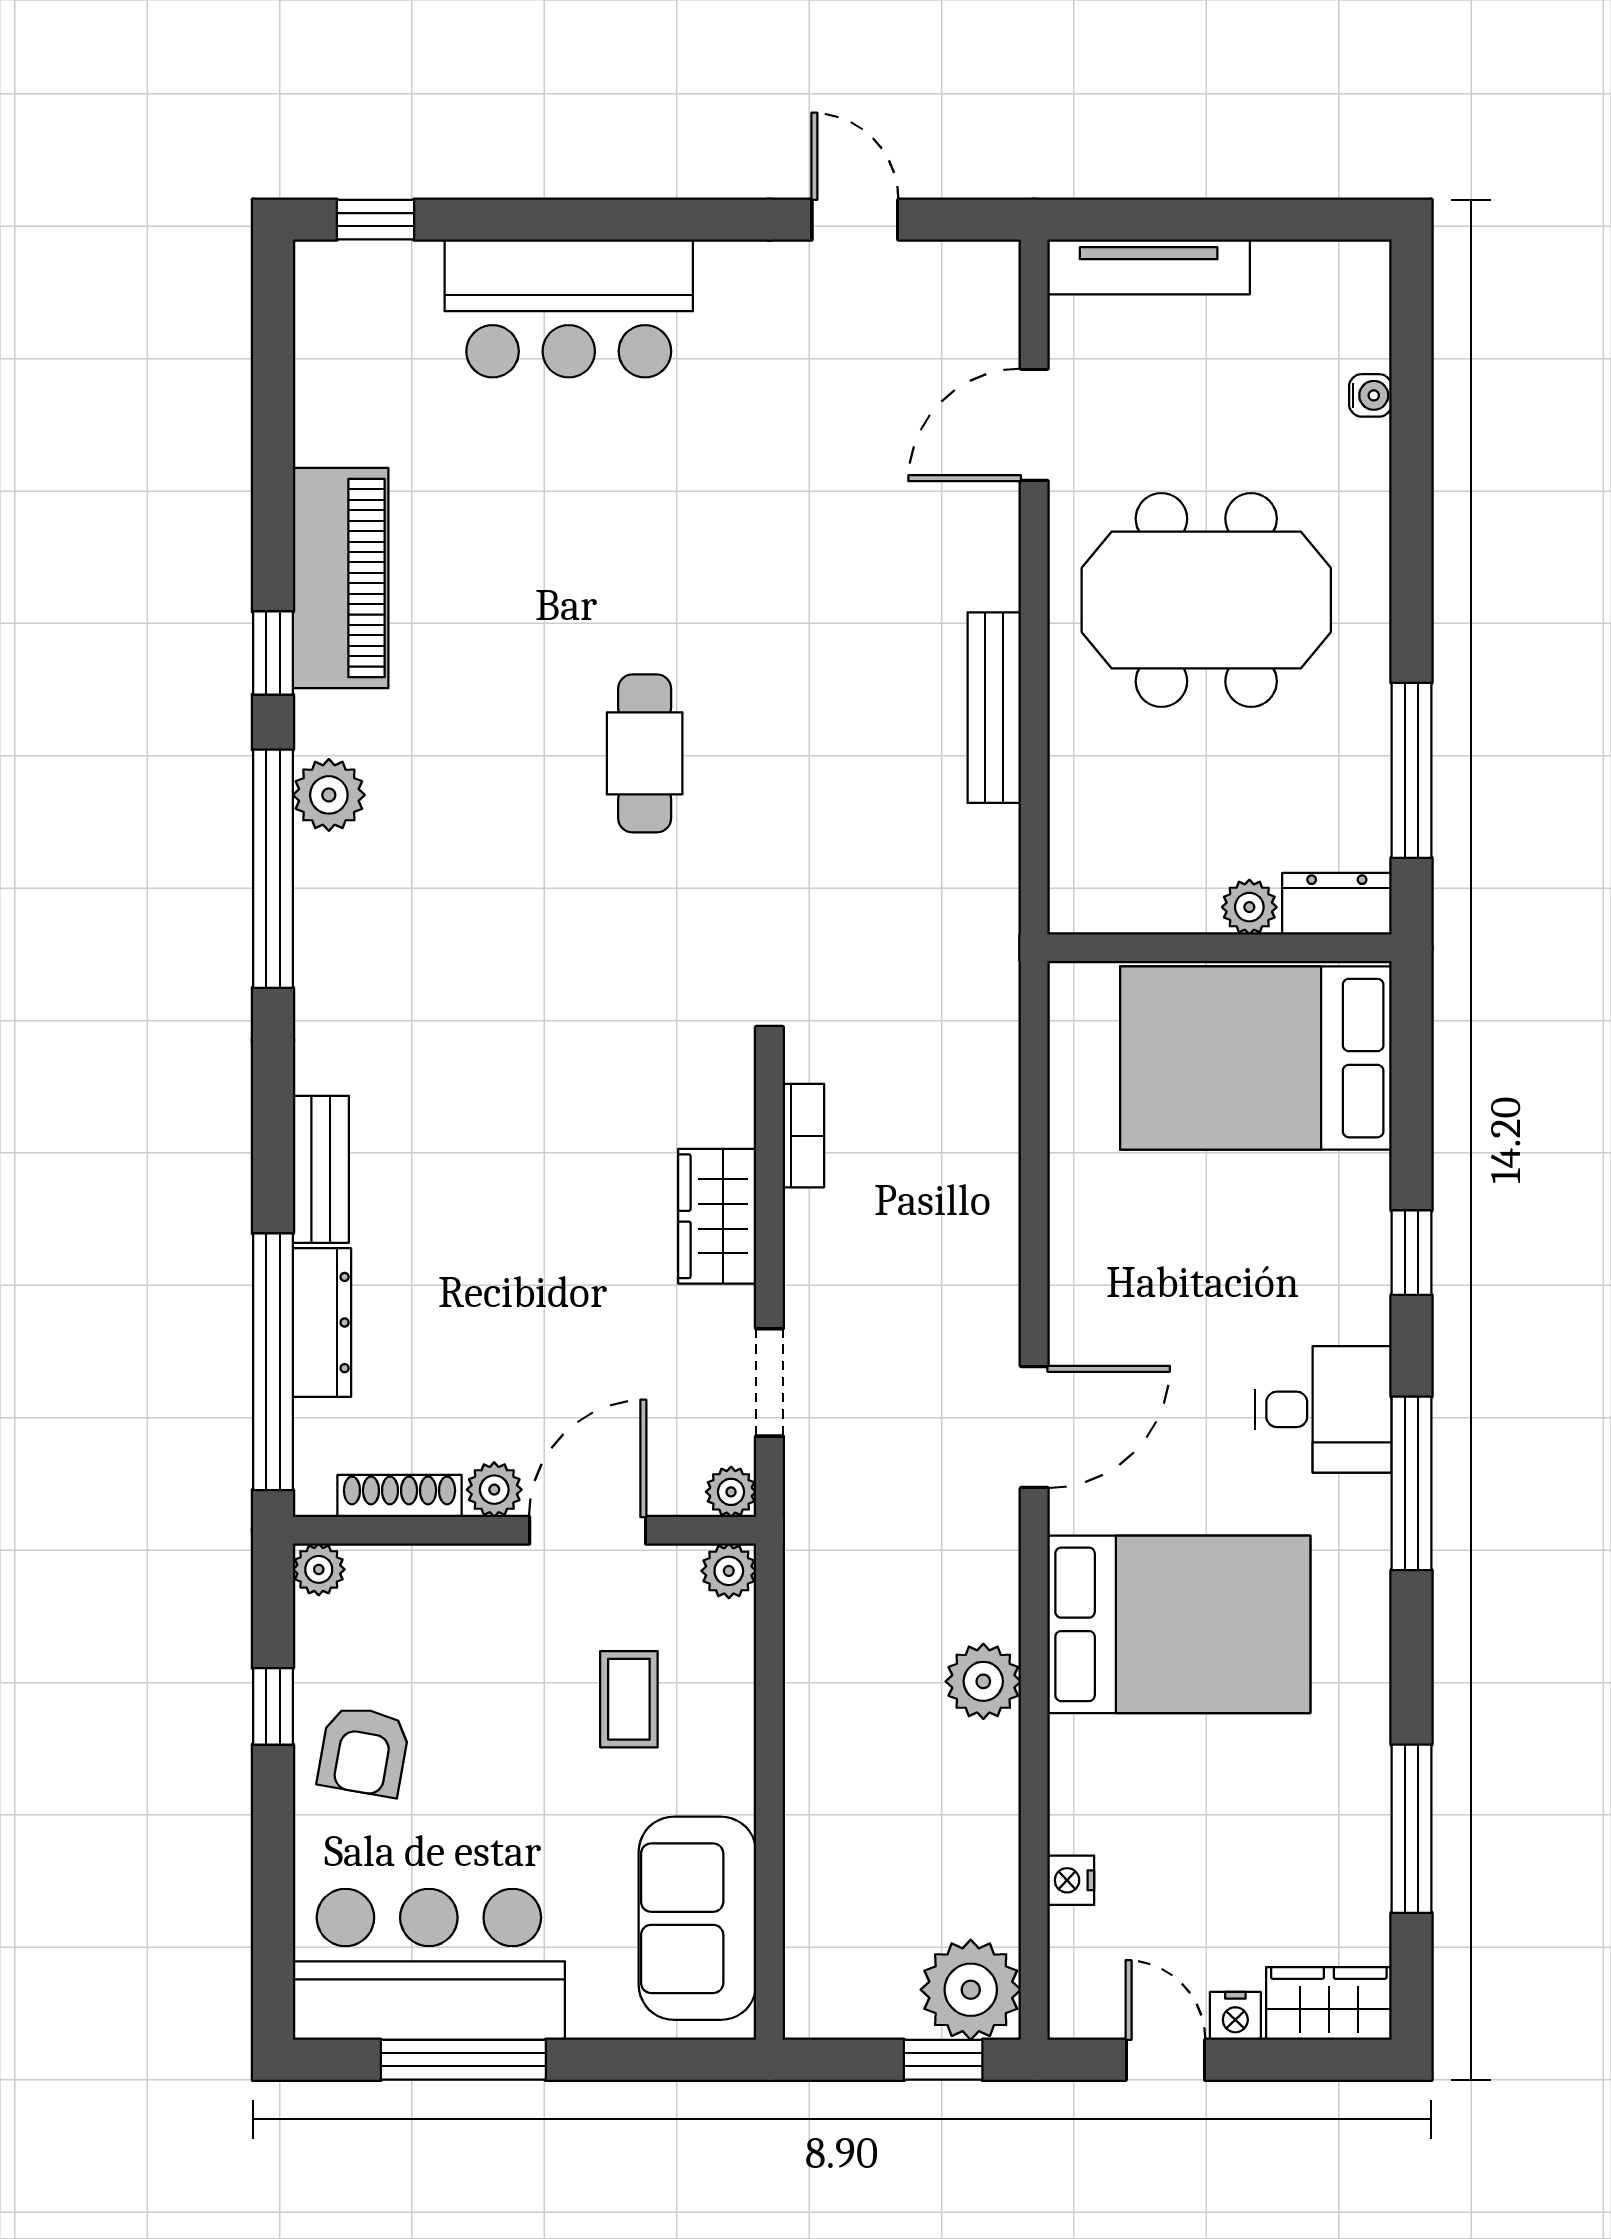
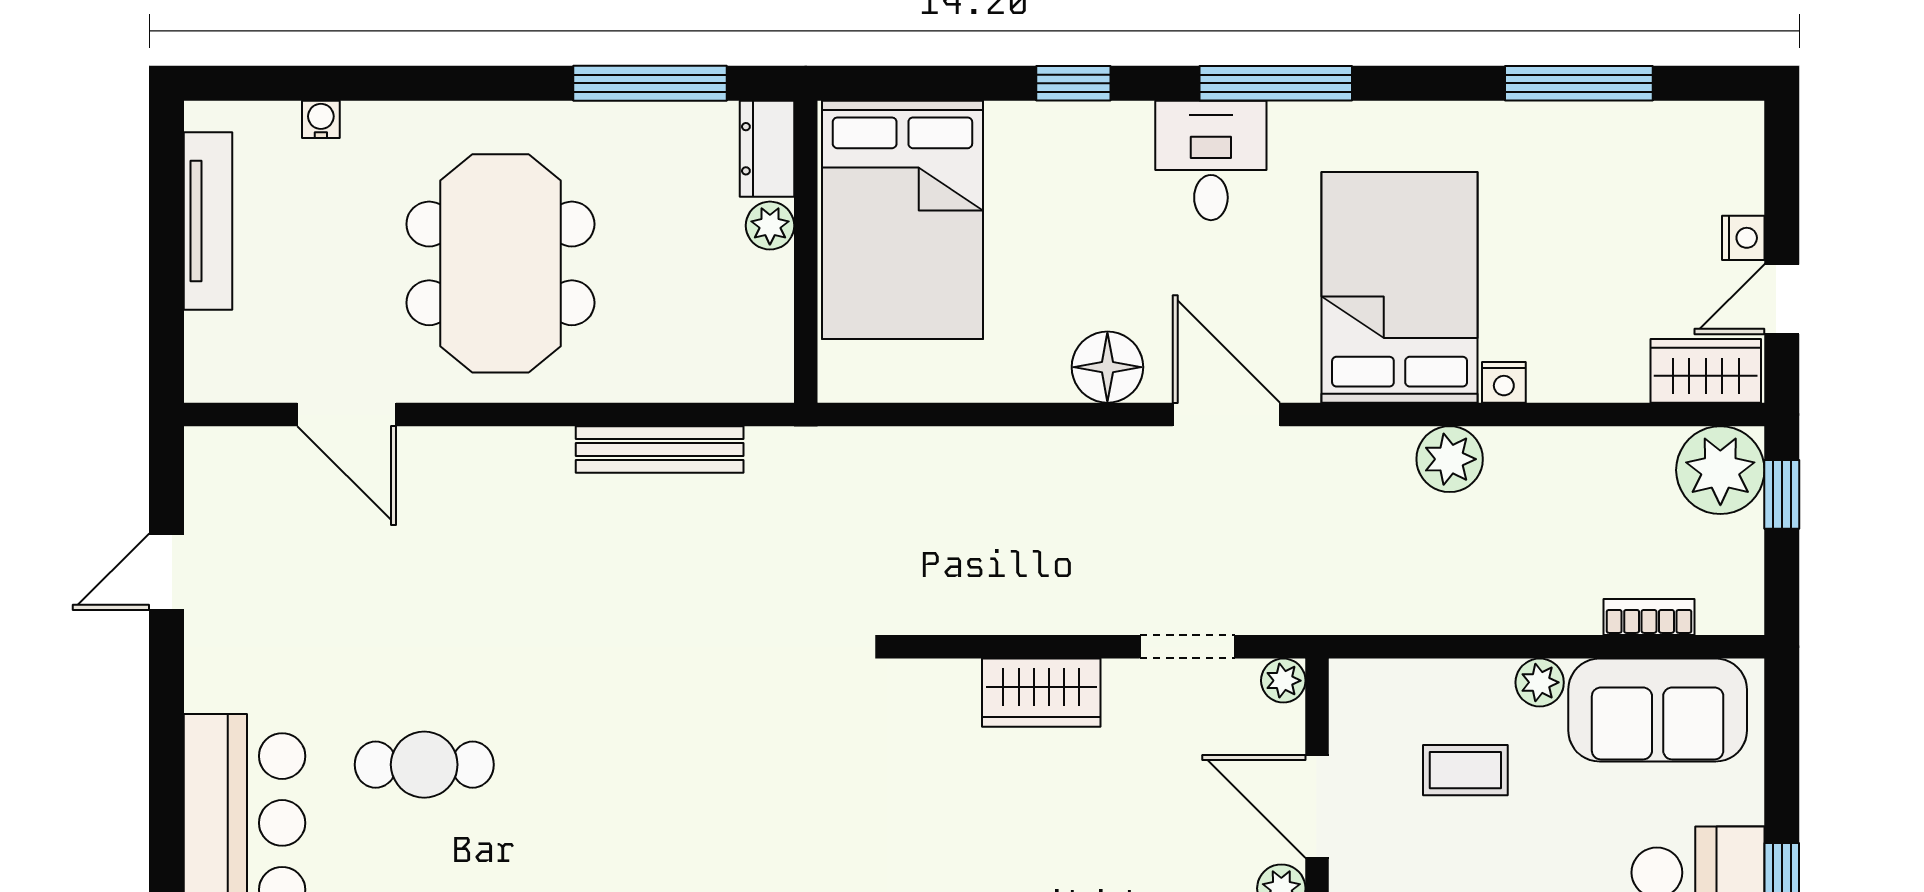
tv unit: (1149, 267) -> (208, 221), moved
bench: (994, 708) -> (660, 449), moved
cafe table: (645, 753) -> (424, 765), moved
bookcase: (803, 1136) -> (1649, 617), moved
floor lamp: (1088, 1292) -> (1107, 367), added
plant: (729, 1571) -> (1540, 682), moved
nightstand: (1071, 1880) -> (1504, 382), moved
wardrobe: (1329, 2004) -> (1706, 371), moved, turned 90

